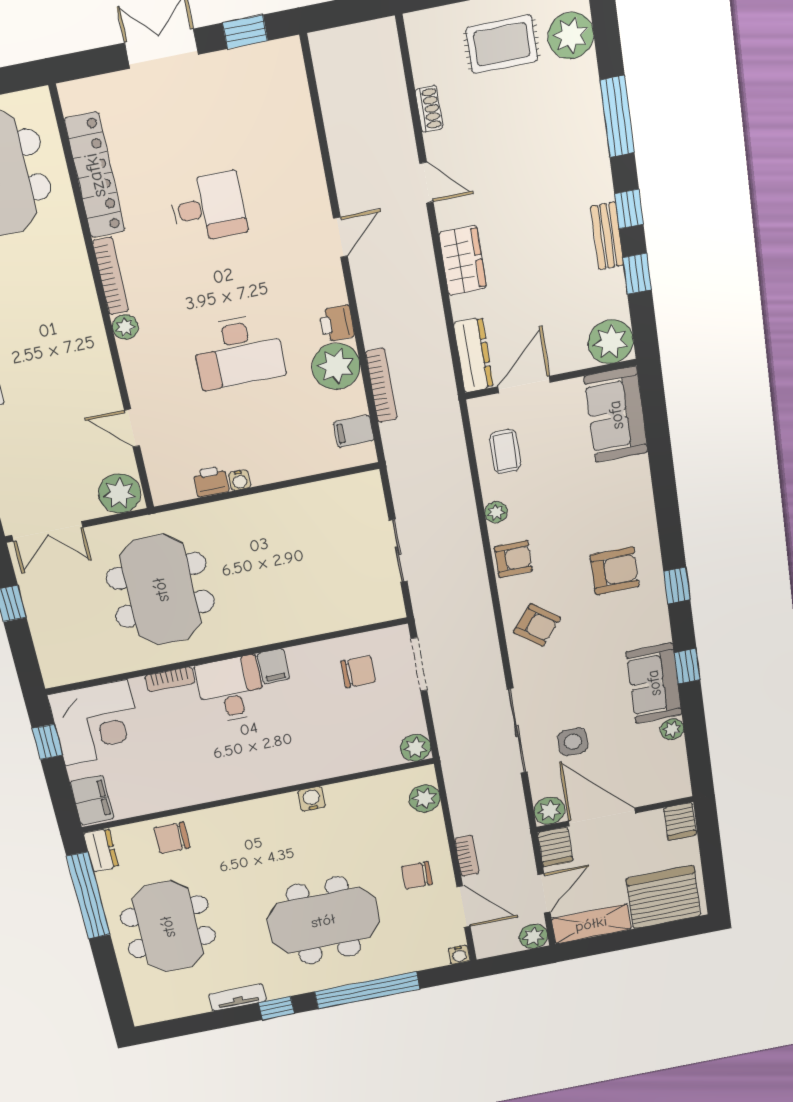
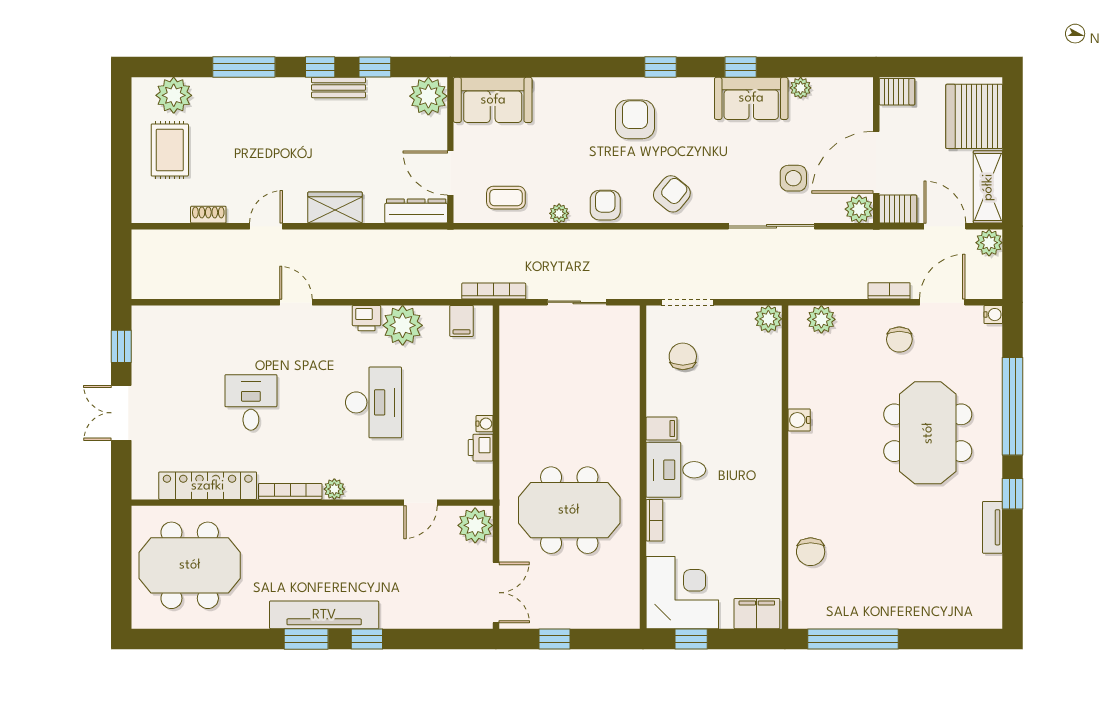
bookcase: (381, 385) -> (494, 291), moved
dresser: (101, 850) -> (809, 617), removed
meeting table: (168, 927) -> (902, 575), removed

